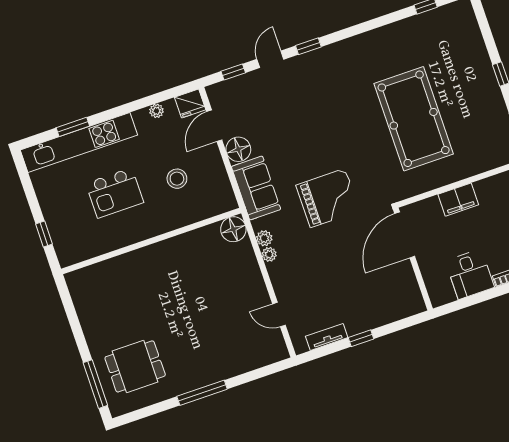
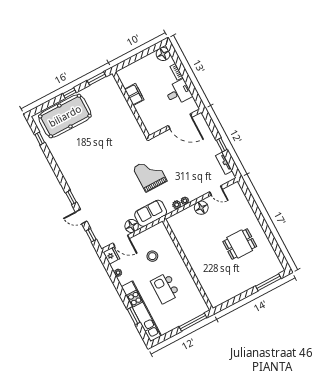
pool table: (414, 119) -> (65, 116), moved
kitchen island: (115, 193) -> (165, 288), turned 180
filing cabinet: (458, 200) -> (134, 94), moved
floor lamp: (233, 229) -> (201, 208), moved
window: (44, 234) -> (193, 322), width x2.17
door: (405, 235) -> (180, 121), moved
door: (279, 315) -> (216, 191), hinge flipped
dining table: (135, 366) -> (240, 244), moved, turned 90
window: (202, 393) -> (264, 225), removed

